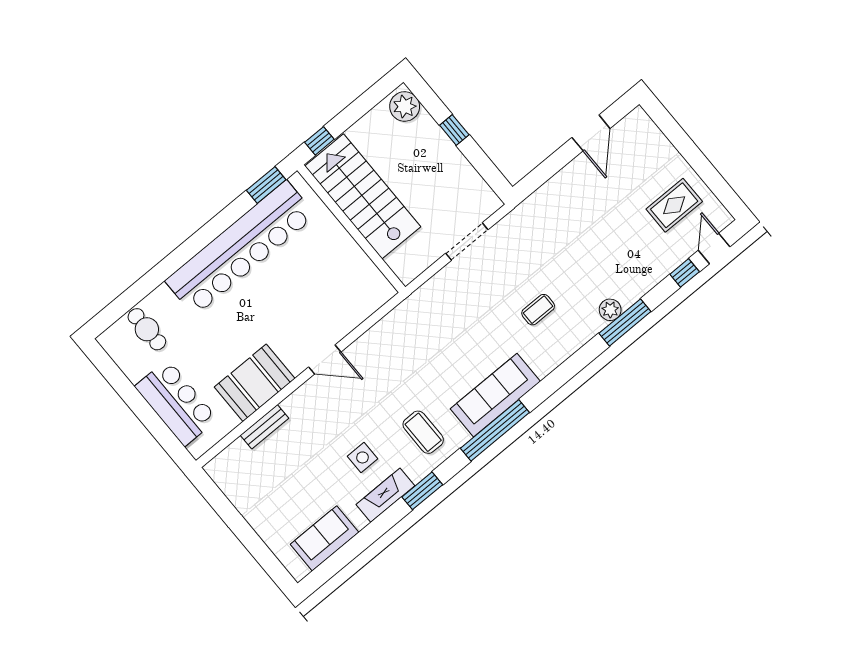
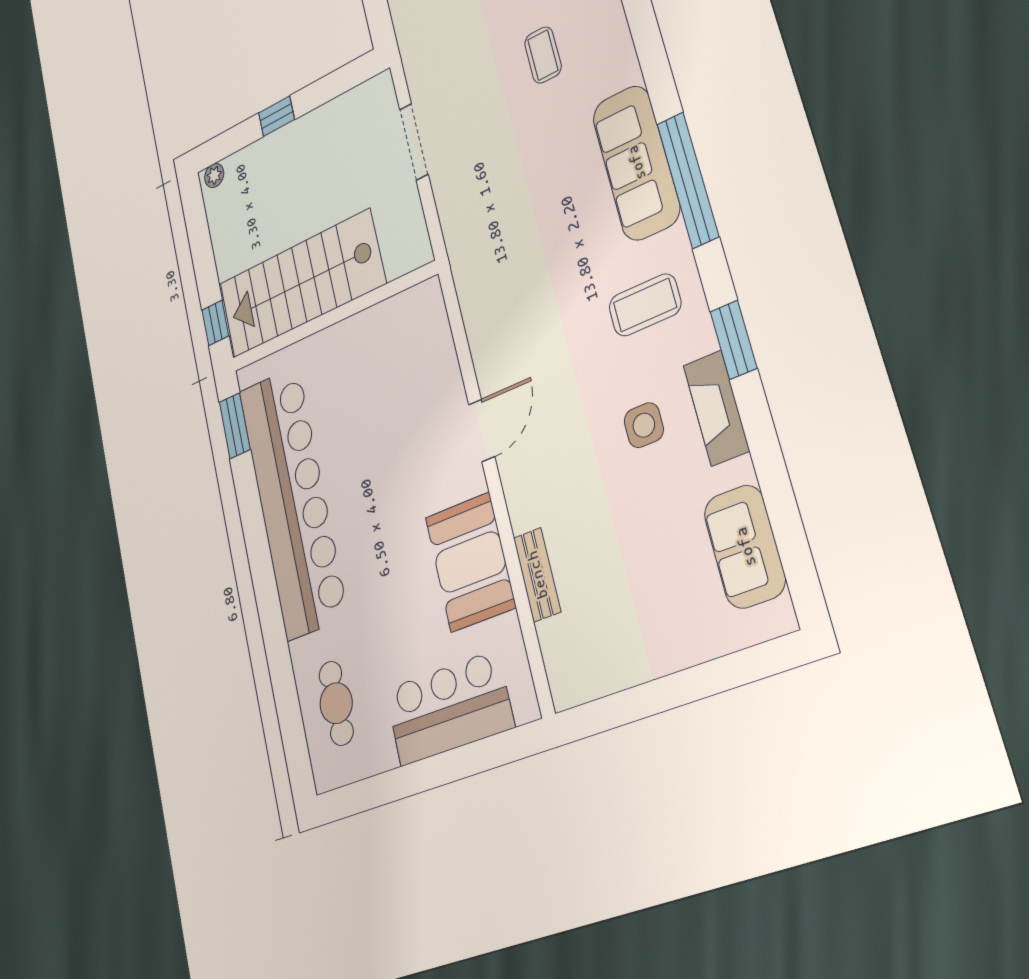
plant: (405, 106) -> (214, 175), width x0.53, depth x0.53
cafe table: (147, 329) -> (336, 703), turned 90

